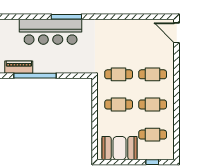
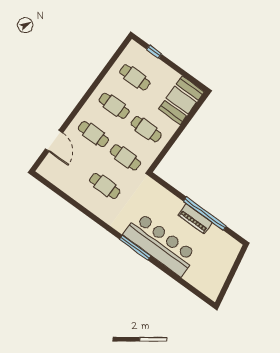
door: (177, 33) -> (54, 141), moved
cafe table: (119, 44) -> (105, 186), added
piano: (19, 67) -> (195, 219), moved
booth: (120, 148) -> (181, 100), moved, turned 90

